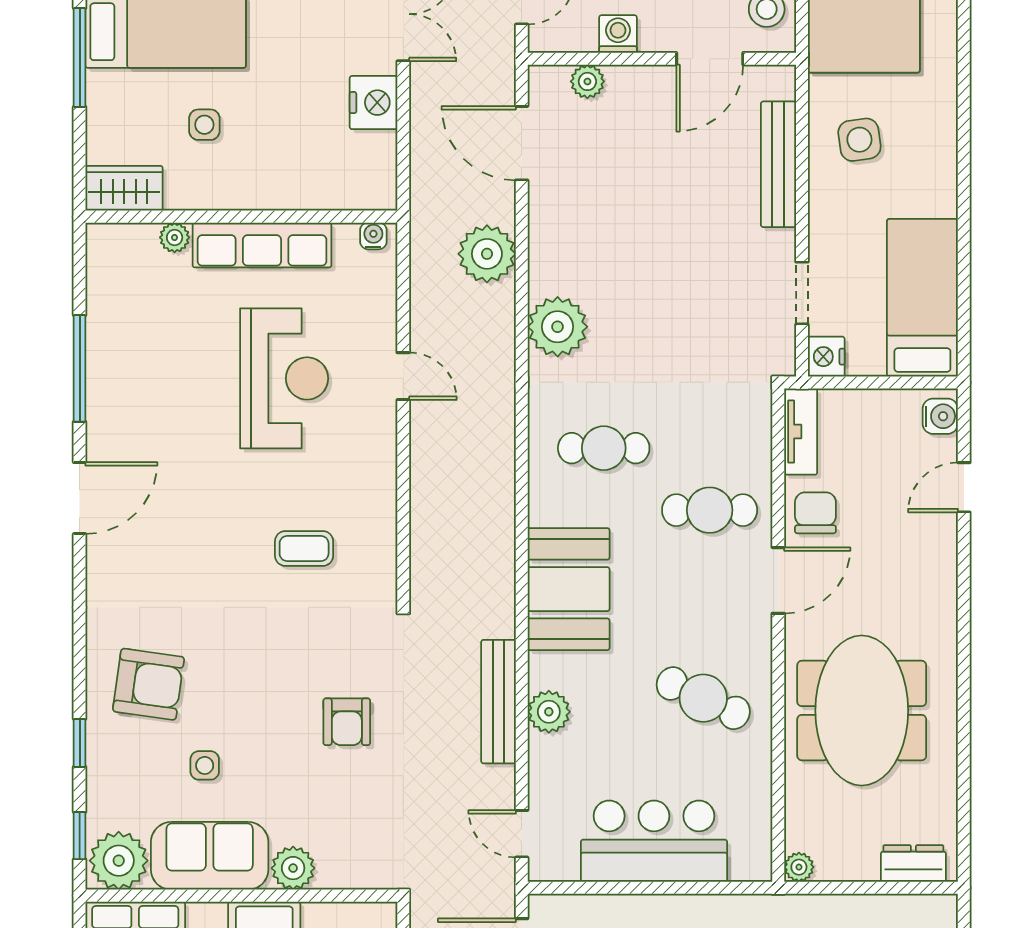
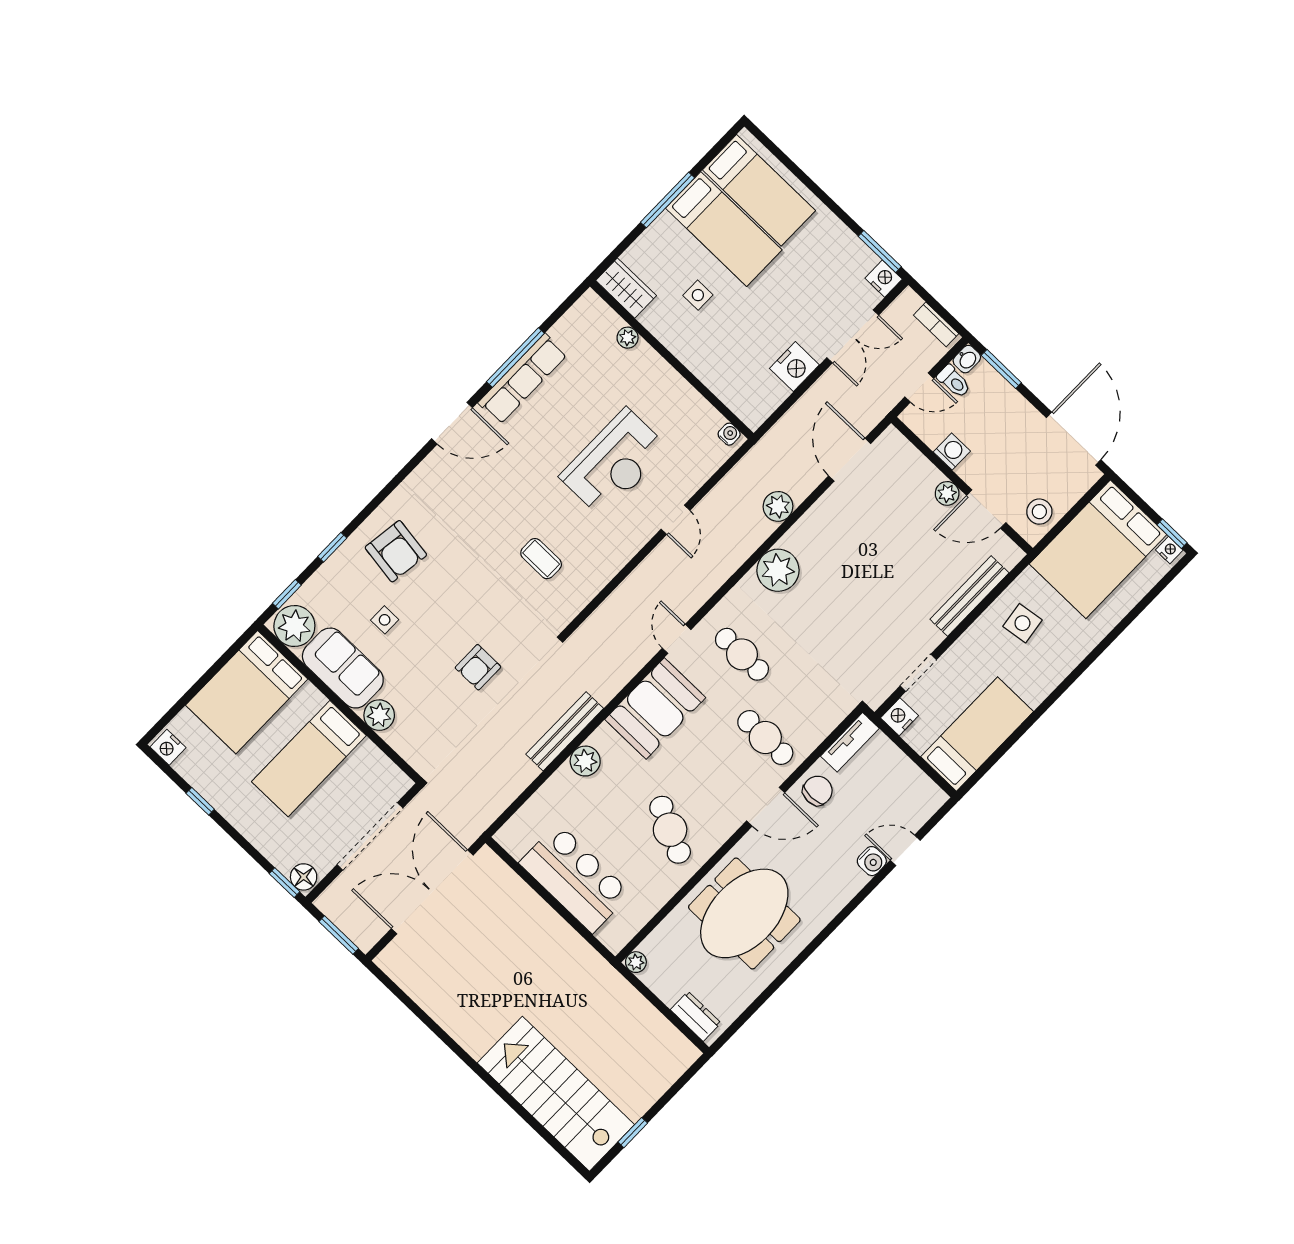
plant: (587, 81) -> (947, 493), moved
row of seats: (262, 245) -> (523, 379), moved, turned -90
plant: (487, 254) -> (778, 506), width x0.73, depth x0.73
water cooler: (940, 416) -> (872, 861), moved
door: (522, 834) -> (677, 639), moved

